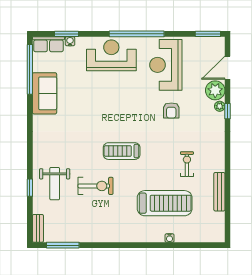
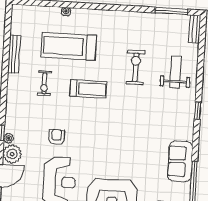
treadmill: (122, 151) -> (89, 89), moved
exercise bike: (96, 186) -> (136, 67), turned 90
window: (30, 188) -> (198, 111), moved

